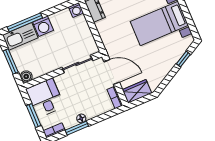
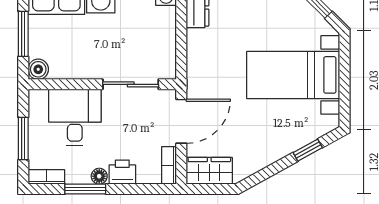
door: (112, 72) -> (181, 121), hinge flipped
desk: (45, 98) -> (75, 117), moved
printer: (92, 111) -> (122, 172), added

